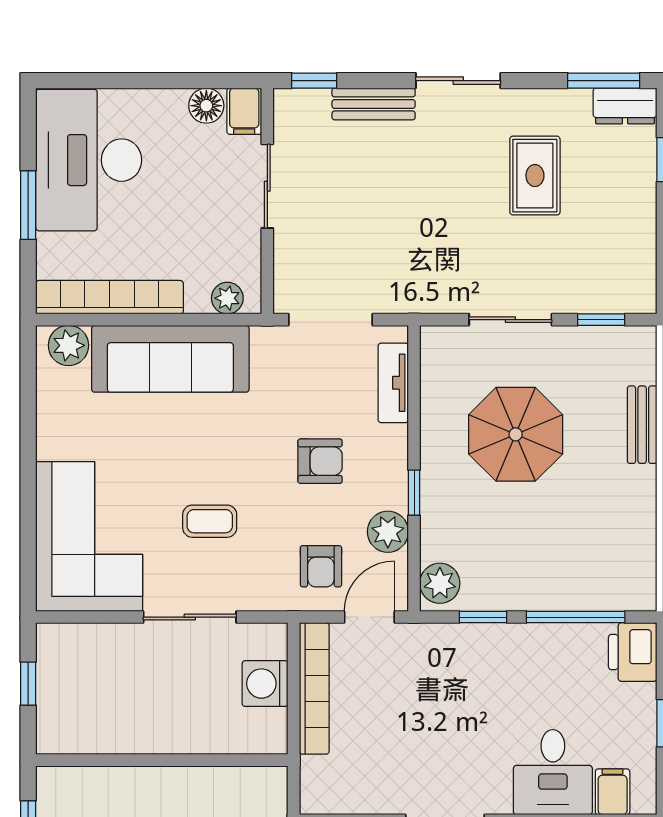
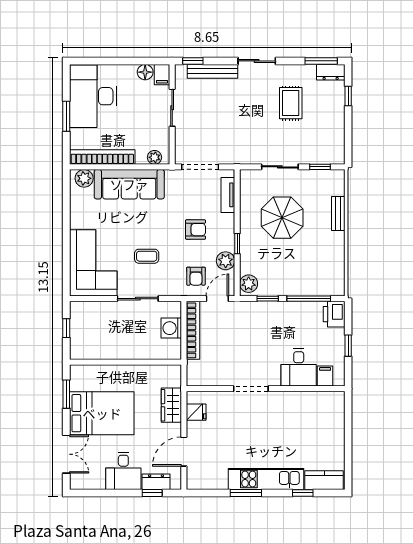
bench: (374, 104) -> (213, 71), width x1.36

